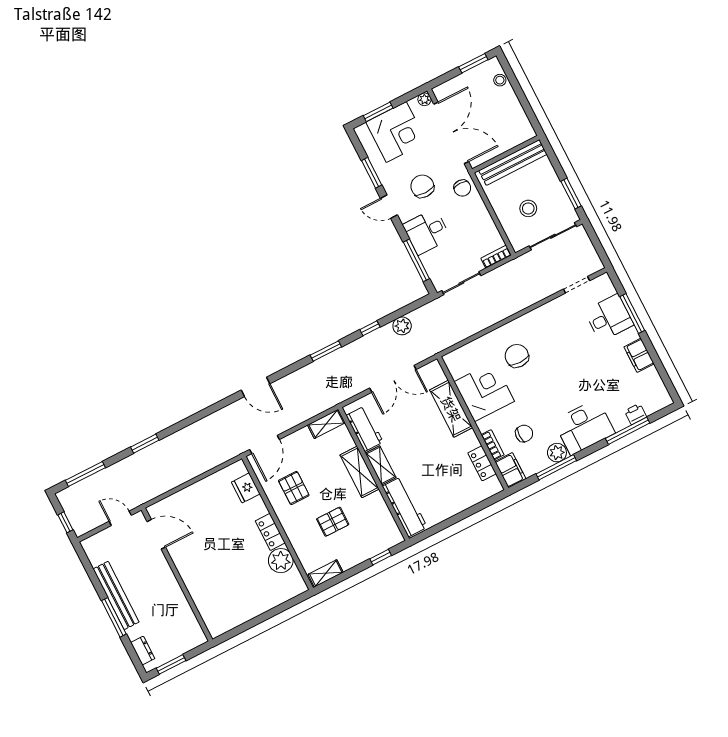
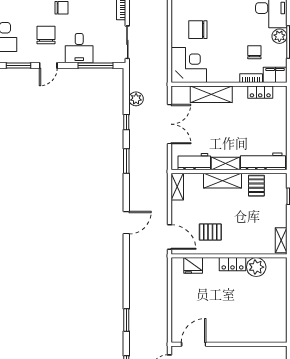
chair: (422, 186) -> (46, 35), turned 90
corner desk: (484, 391) -> (189, 65), moved, turned 90
pallet: (333, 522) -> (256, 186), moved

